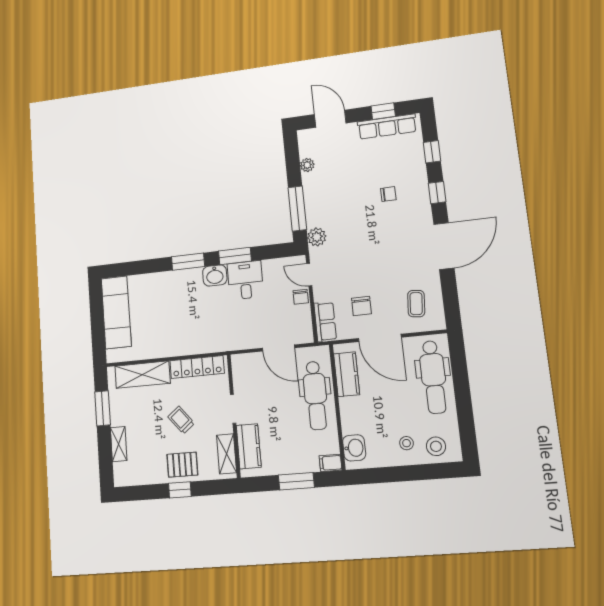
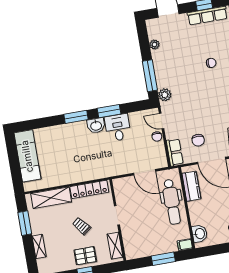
kitchen counter: (249, 446) -> (130, 239), removed

